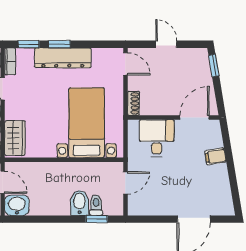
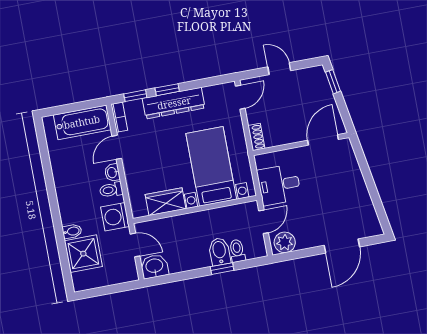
door: (125, 64) -> (240, 97), hinge flipped
wardrobe: (15, 138) -> (165, 202), moved, turned -90
desk: (157, 138) -> (279, 185), moved, turned -90
filing cabinet: (215, 156) -> (353, 176), removed
plant: (141, 206) -> (285, 242), added
window: (97, 219) -> (222, 269), moved

